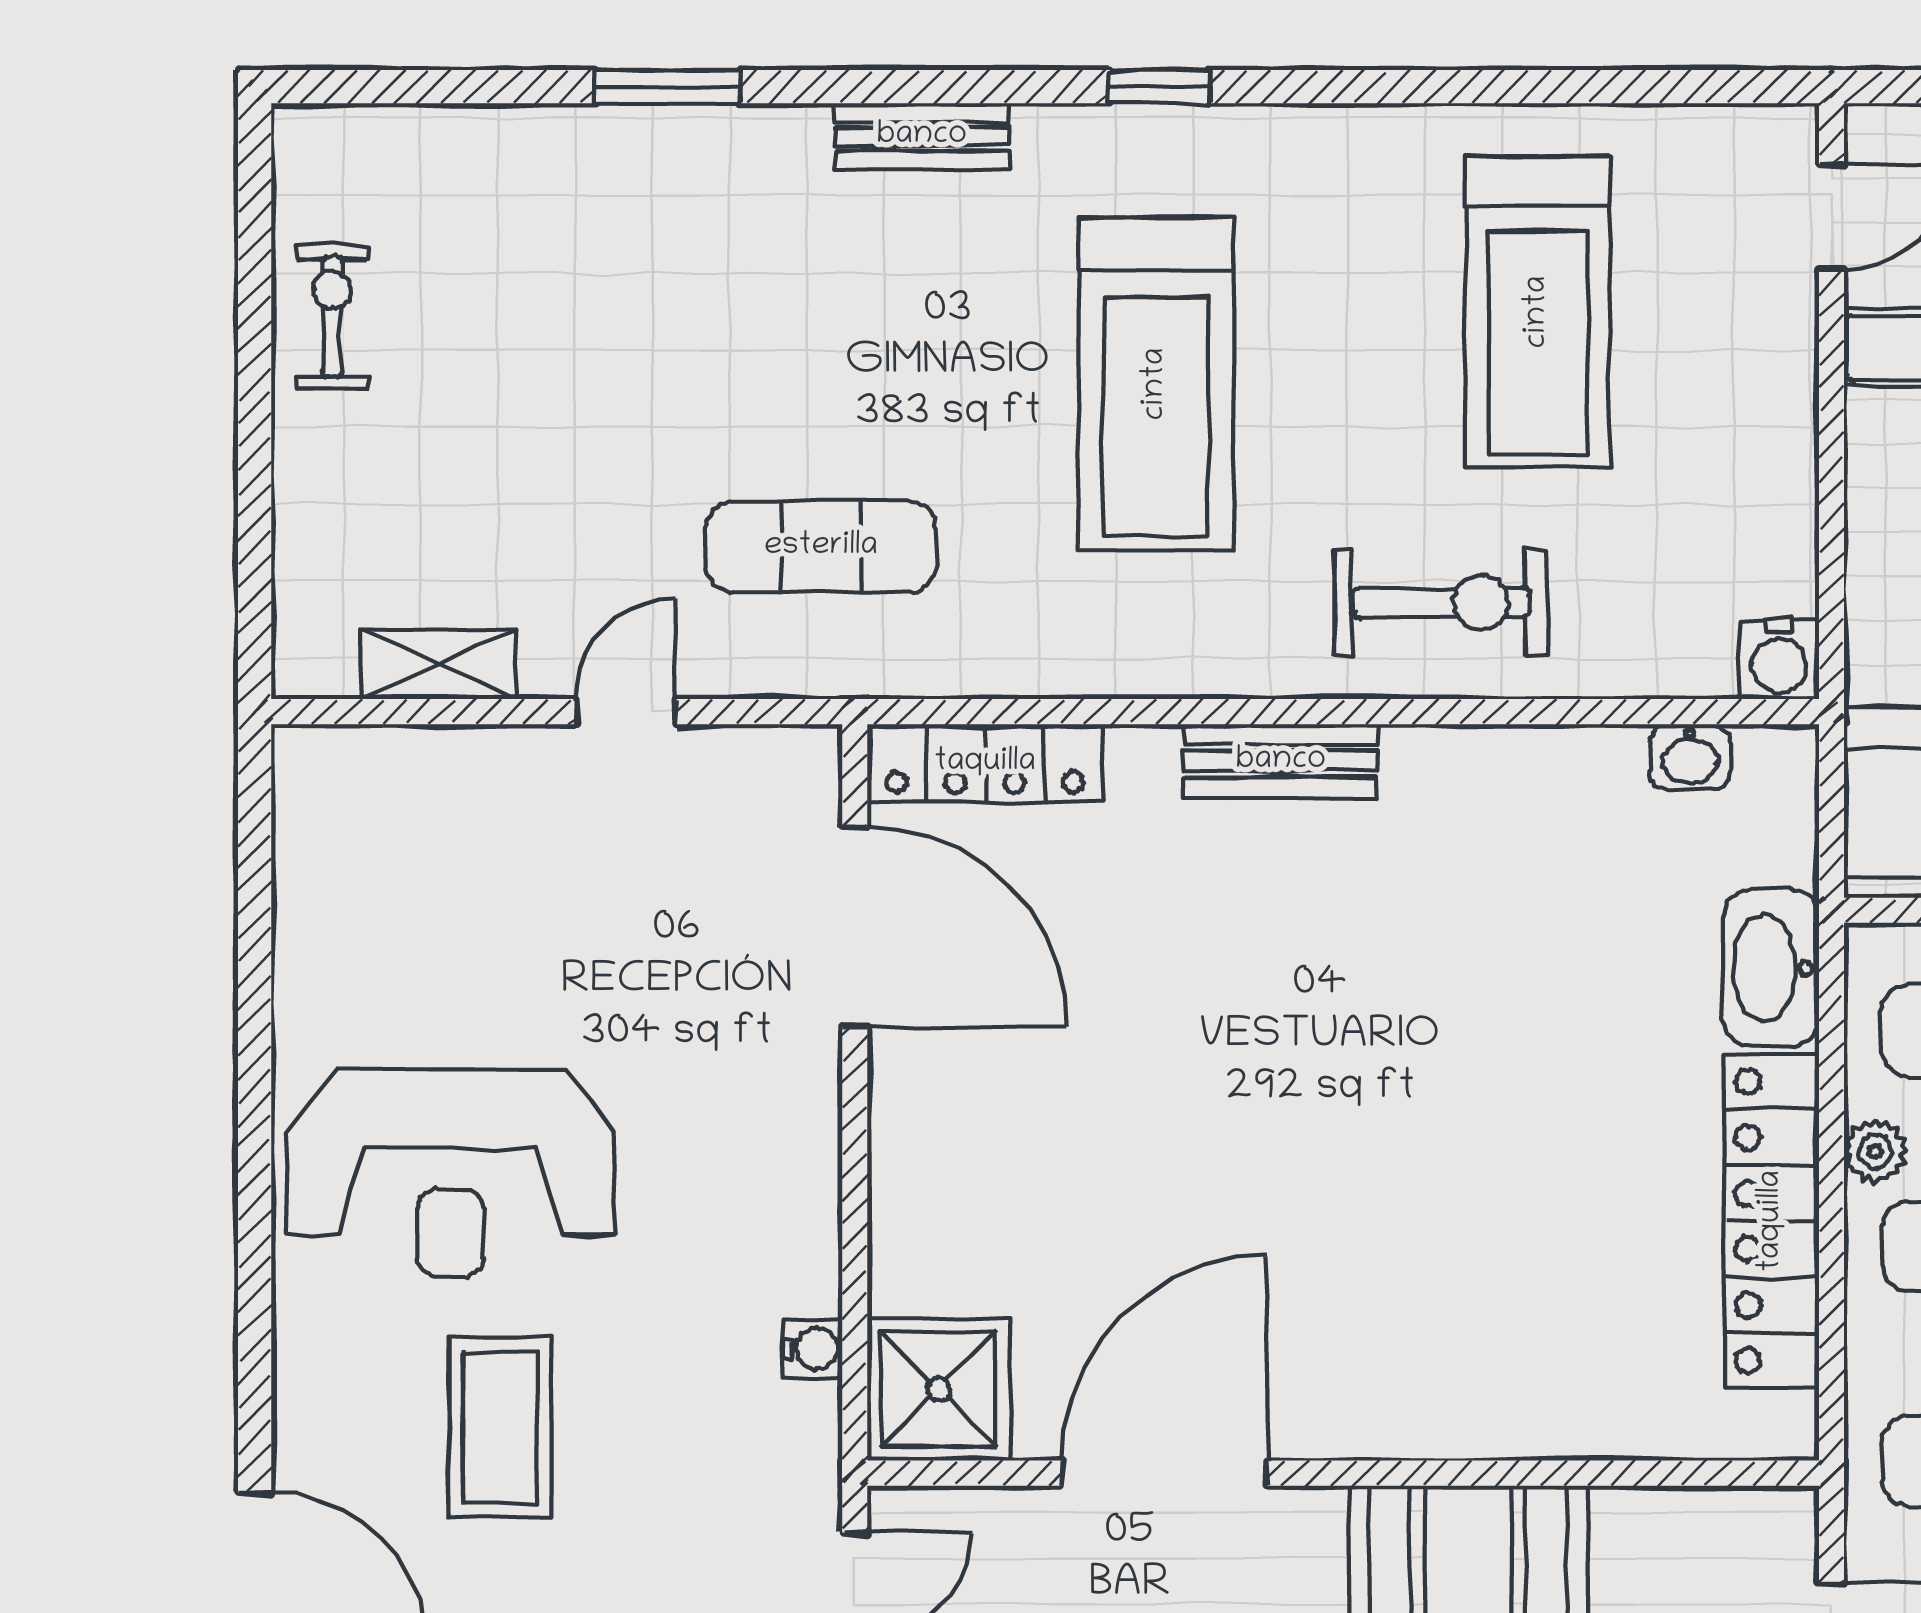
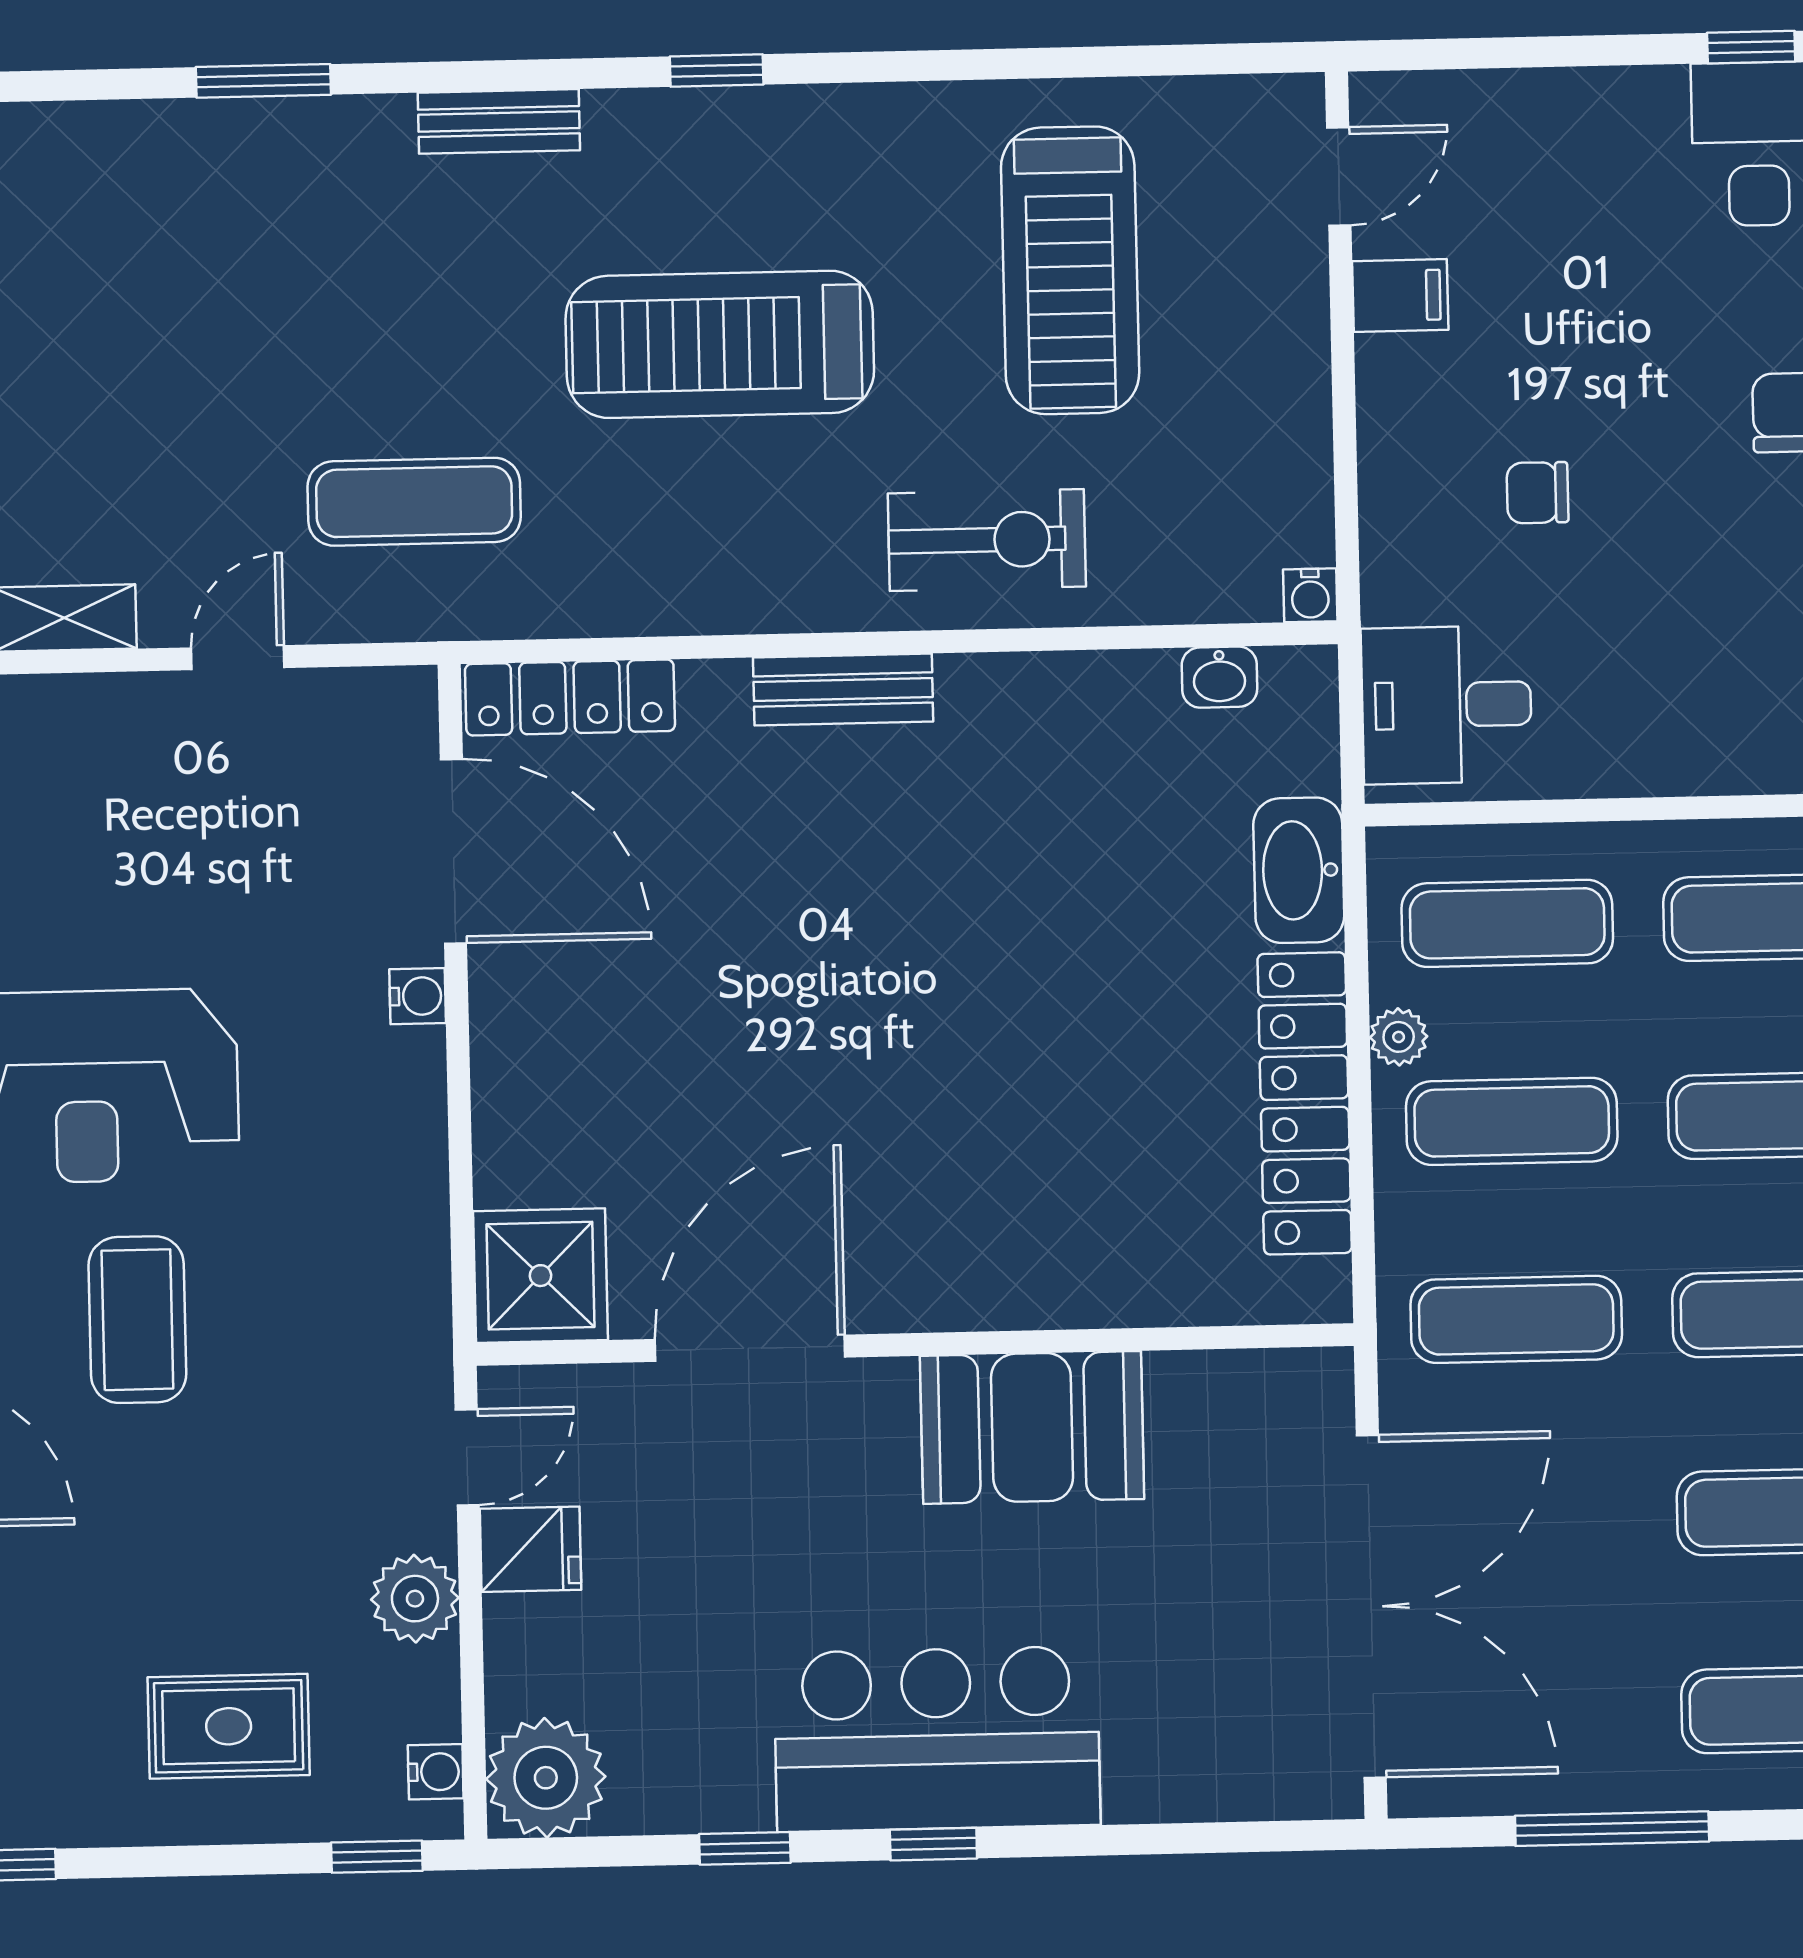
treadmill: (1156, 384) -> (720, 344), turned 90
water cooler: (1779, 659) -> (1310, 595), width x0.72, depth x0.72
water cooler: (812, 1348) -> (418, 996), moved

